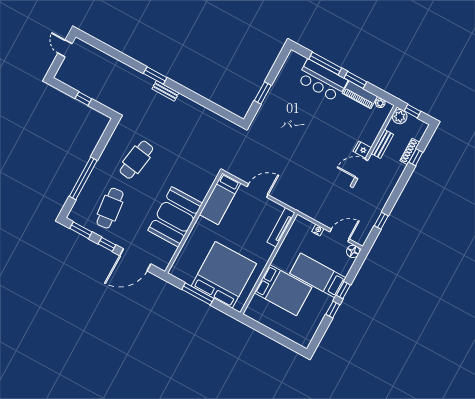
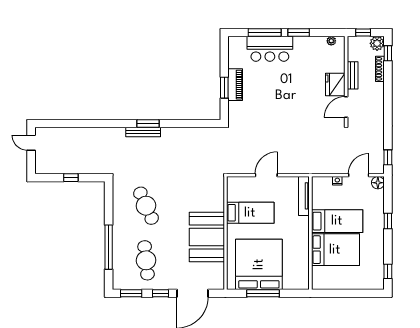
window: (155, 75) -> (148, 123), moved
bench: (165, 91) -> (143, 132), width x1.36
piano: (360, 95) -> (235, 85), moved, turned -90
plant: (400, 117) -> (377, 43), moved
fridge: (362, 150) -> (335, 84), width x1.88, depth x1.34
window: (416, 157) -> (388, 53), moved
cafe table: (136, 160) -> (146, 206), turned -33
bed: (220, 199) -> (250, 213), moved, turned -90
window: (381, 221) -> (388, 157), moved
bed: (224, 275) -> (259, 264), moved
bed: (318, 275) -> (337, 221), moved, turned 180
window: (333, 310) -> (388, 271), moved

